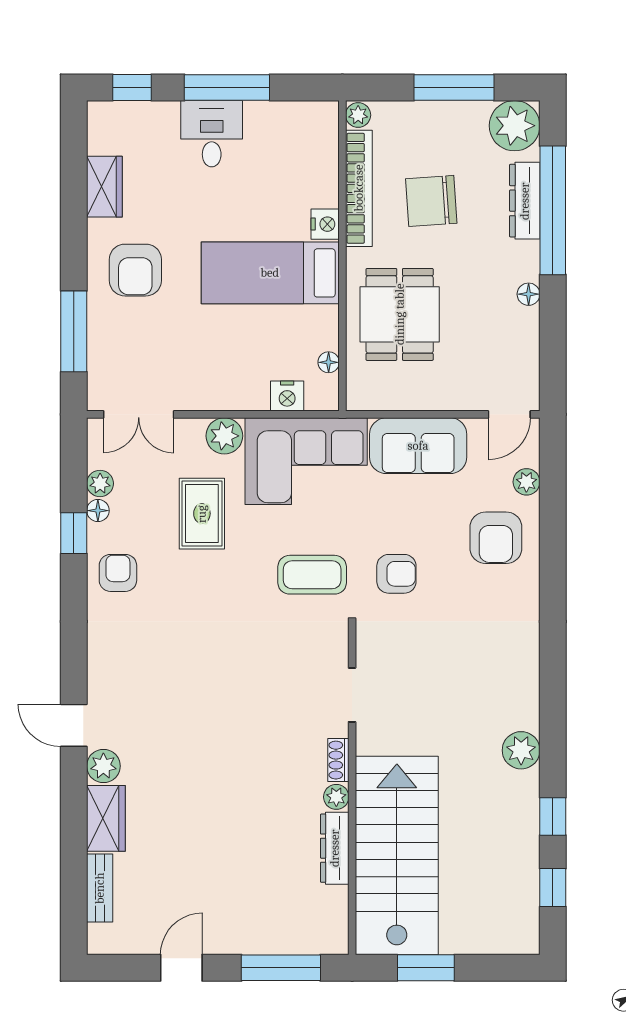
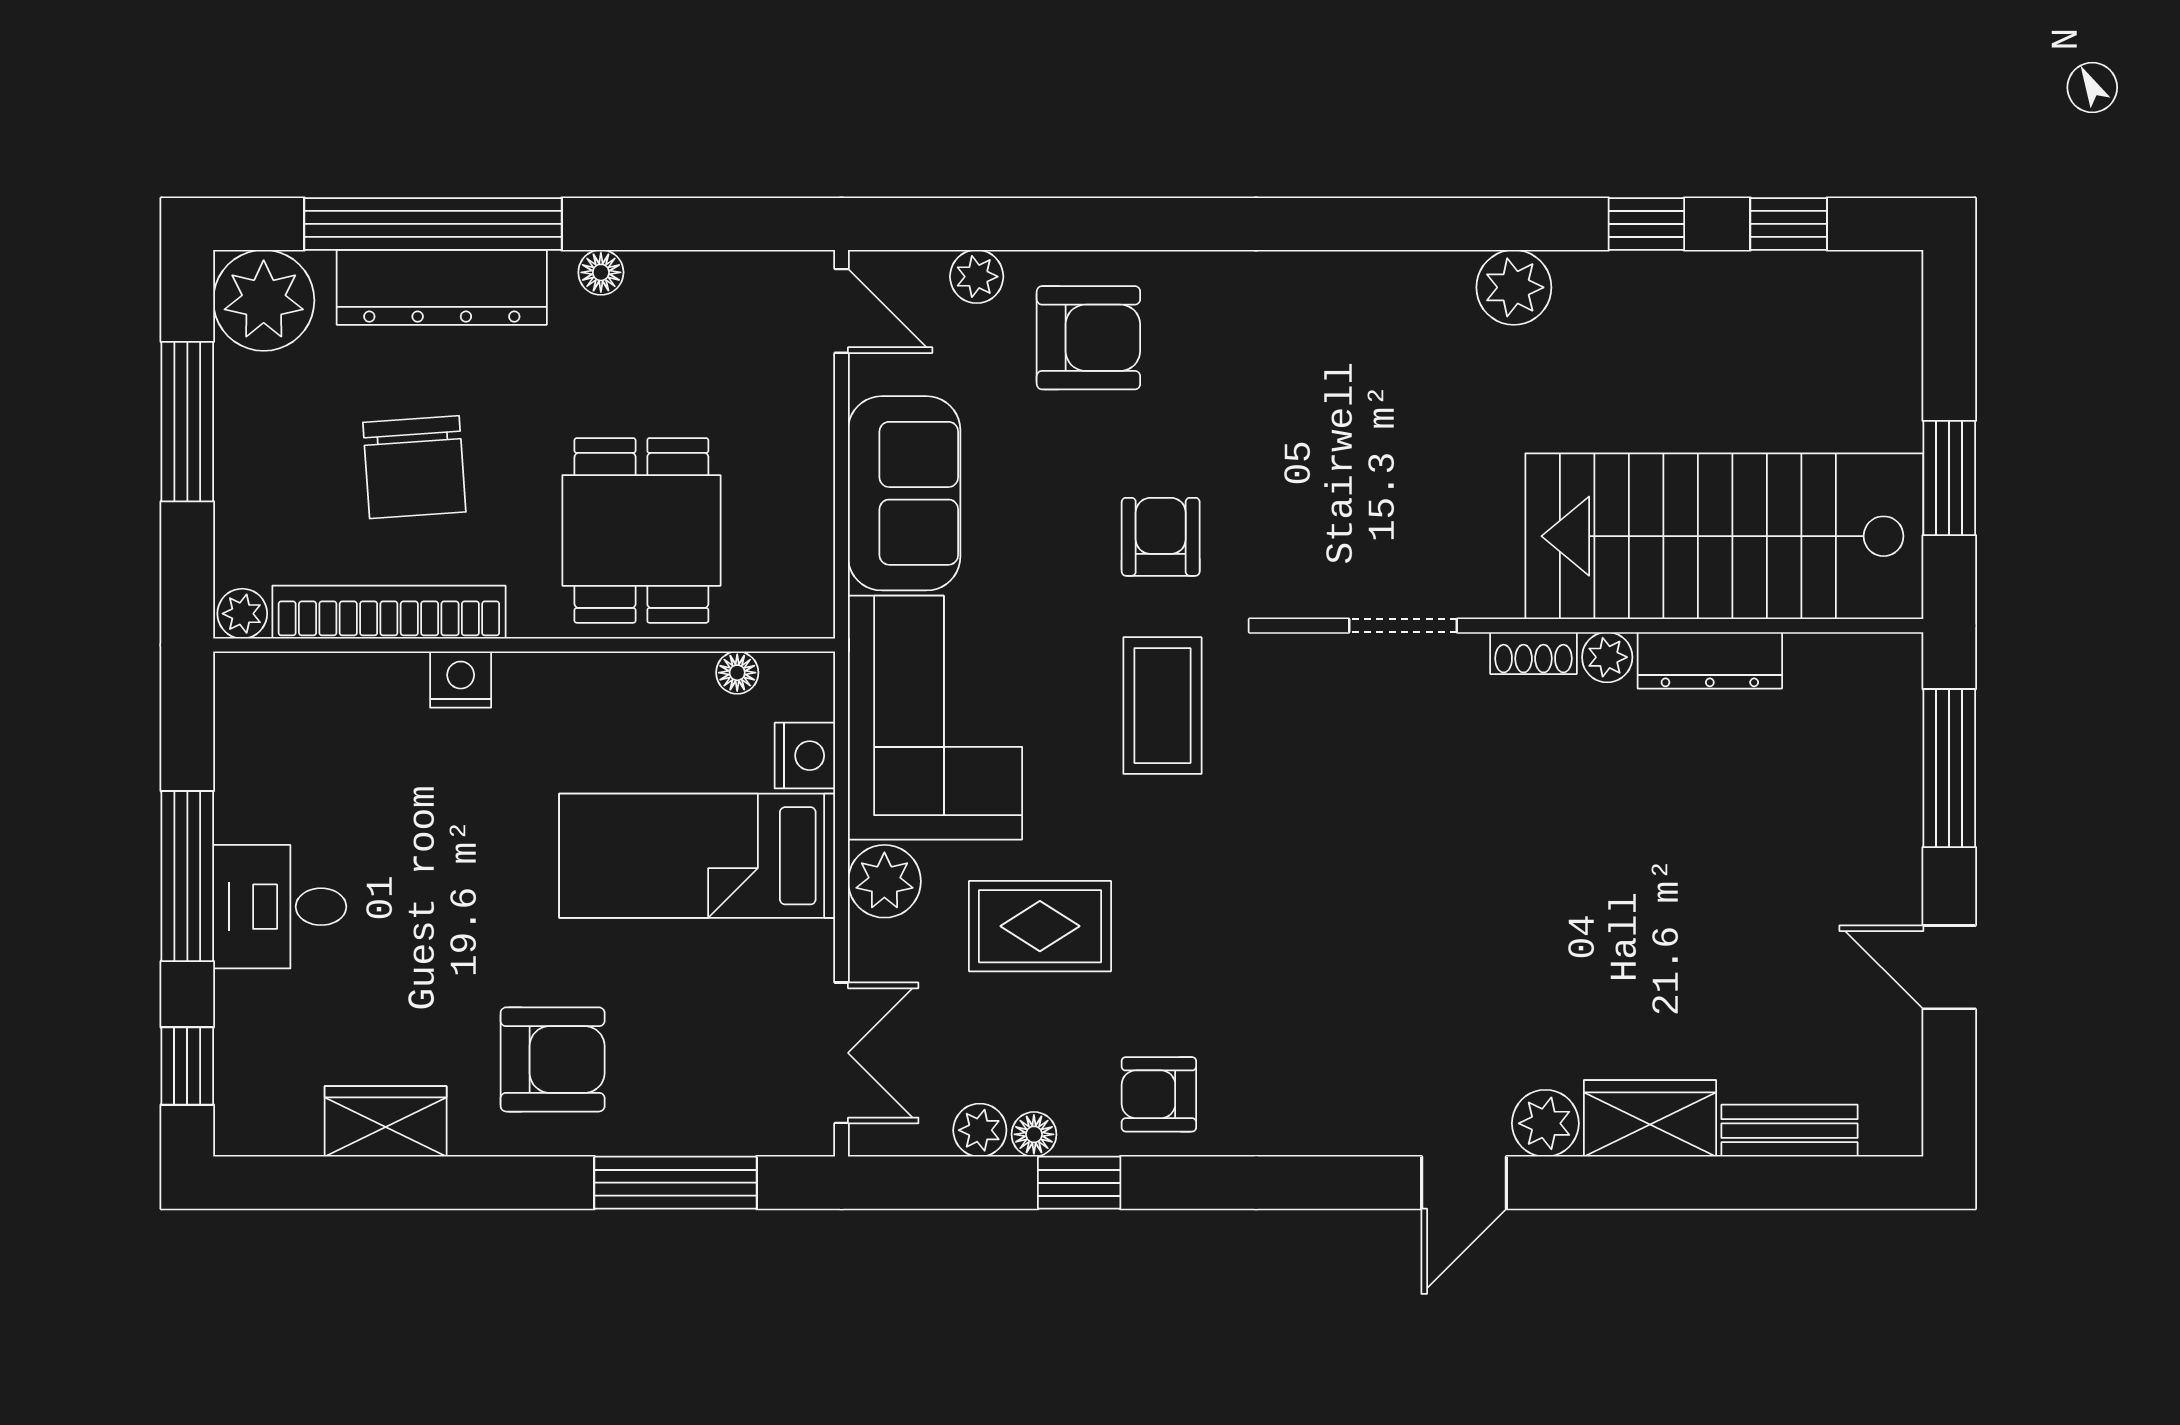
dresser: (525, 201) -> (442, 287), width x1.37, depth x1.24
bed: (270, 273) -> (697, 856), moved, turned 90
dining table: (400, 314) -> (641, 530), turned 90

